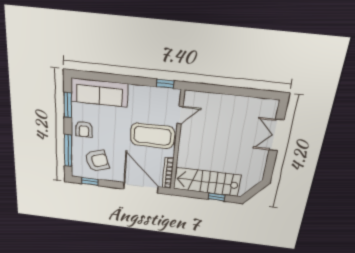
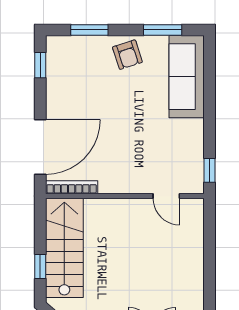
armchair: (84, 129) -> (127, 55), turned -108
coffee table: (152, 136) -> (130, 159), removed
window: (68, 151) -> (89, 30), width x0.69
armchair: (97, 161) -> (78, 76), removed

